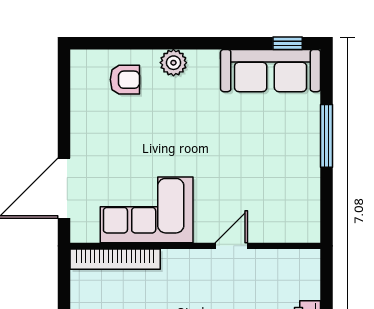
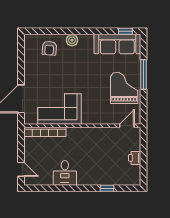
armchair: (125, 80) -> (49, 48), turned 94
grand piano: (285, 165) -> (124, 88), added
door: (231, 246) -> (127, 126), moved

